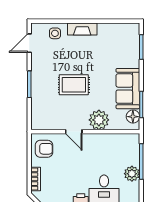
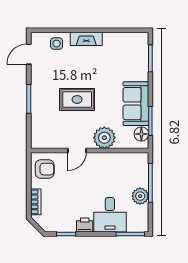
door: (74, 132) -> (77, 150), hinge flipped

